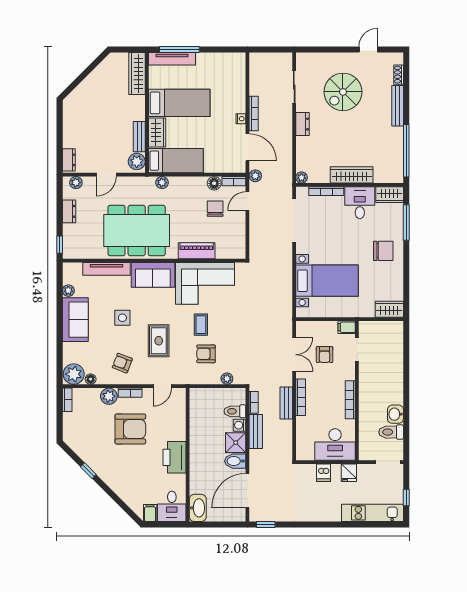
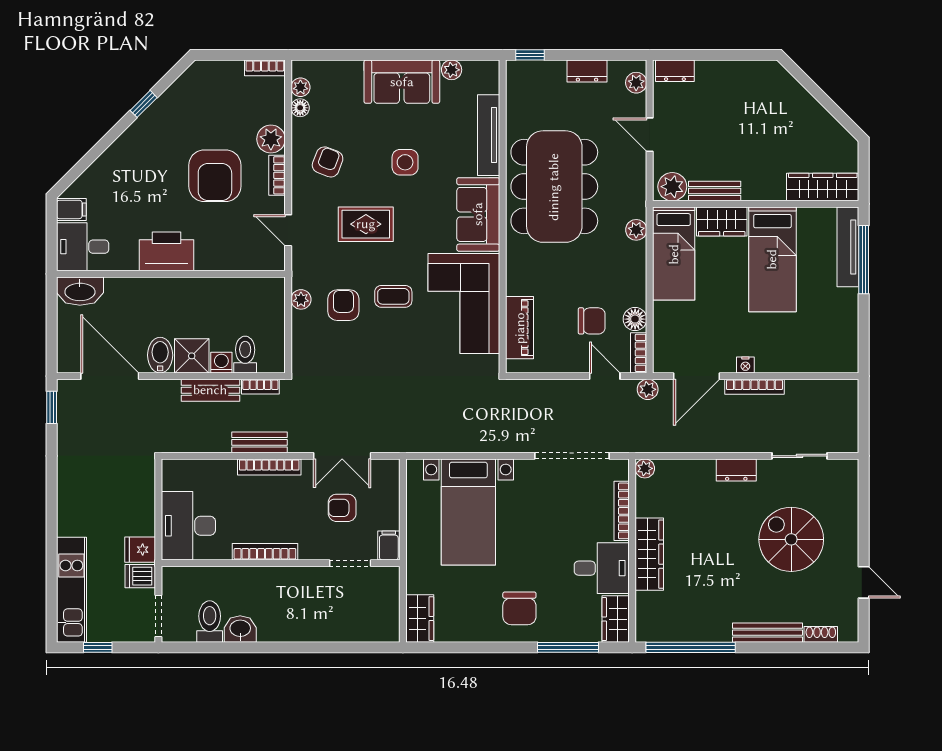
piano: (197, 251) -> (520, 328), moved
plant: (74, 374) -> (300, 87), width x0.53, depth x0.53
plant: (227, 379) -> (301, 299), moved
dishwasher: (324, 473) -> (140, 576), moved

